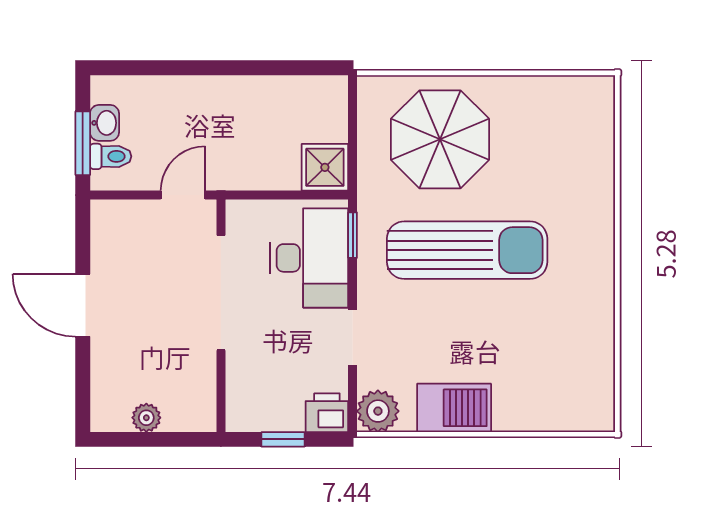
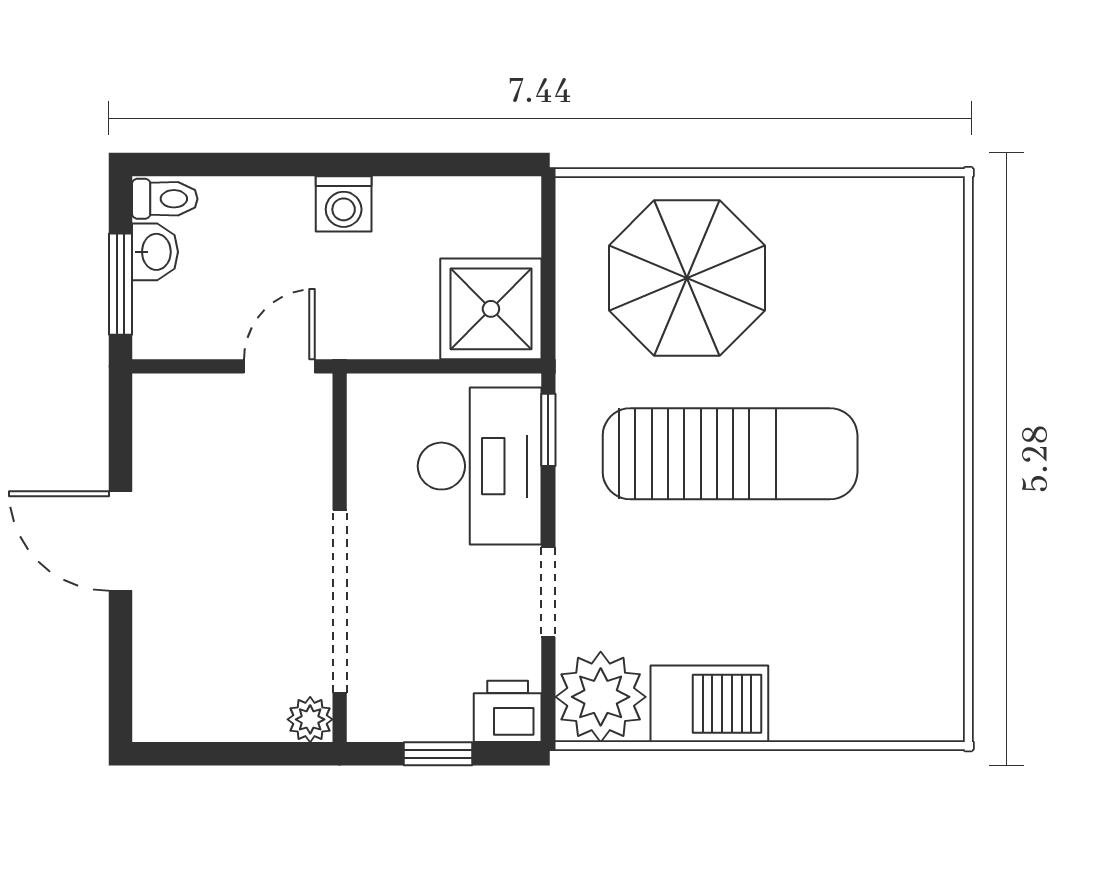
washing machine: (223, 93) -> (344, 204), added
toilet: (111, 156) -> (165, 199), moved
shower: (325, 167) -> (491, 309), width x1.36, depth x1.36
doorway: (221, 293) -> (340, 601), moved
plant: (378, 411) -> (601, 697), width x1.36, depth x1.36
plant: (146, 418) -> (310, 719), moved

